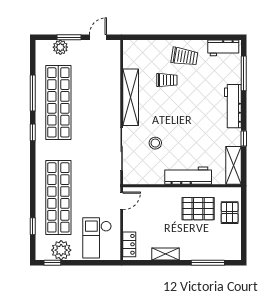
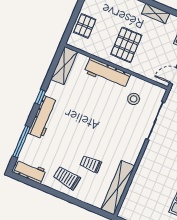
shelving: (131, 97) -> (118, 188), moved
window: (244, 139) -> (40, 97), moved
stool: (155, 143) -> (134, 99), moved
pallet: (198, 209) -> (126, 45), moved, turned 90

